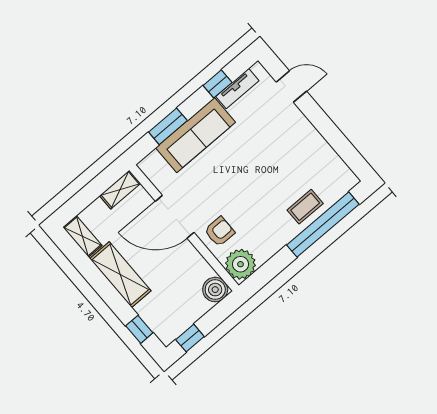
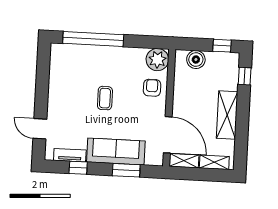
coffee table: (305, 207) -> (105, 98), moved, turned 90
door: (175, 217) -> (168, 135), moved
armchair: (219, 232) -> (152, 88), turned 90
shelving: (82, 236) -> (214, 162), moved, turned 90
boiler: (215, 290) -> (196, 60), moved

